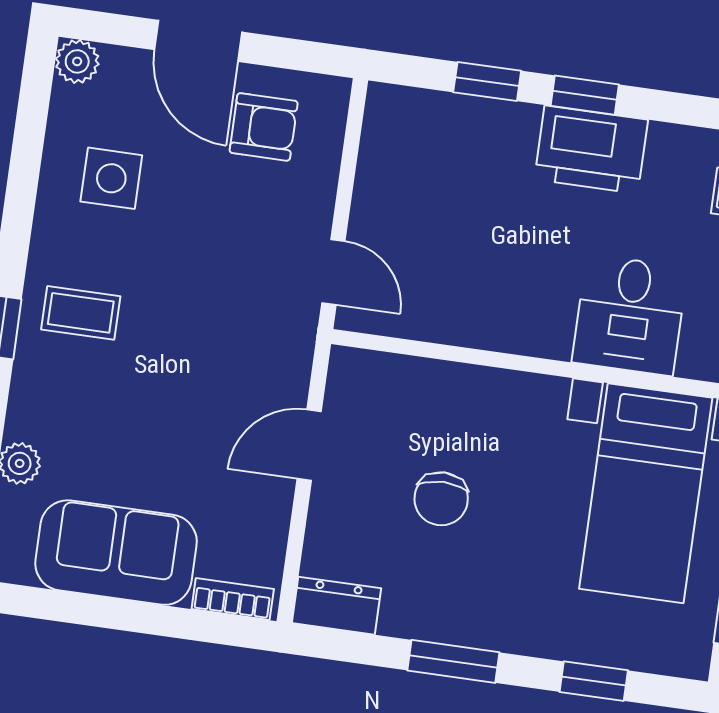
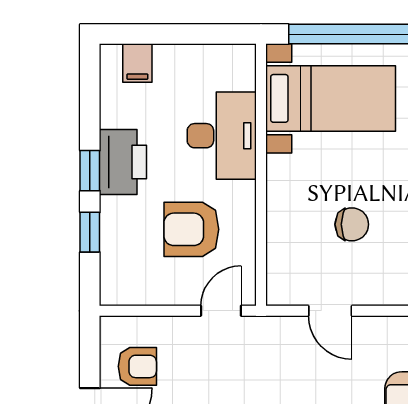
armchair: (264, 127) -> (137, 366), turned 90
armchair: (469, 243) -> (191, 229), added
desk: (630, 315) -> (222, 136), width x1.37

